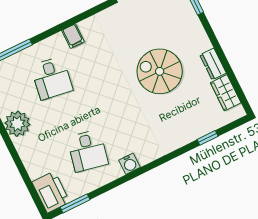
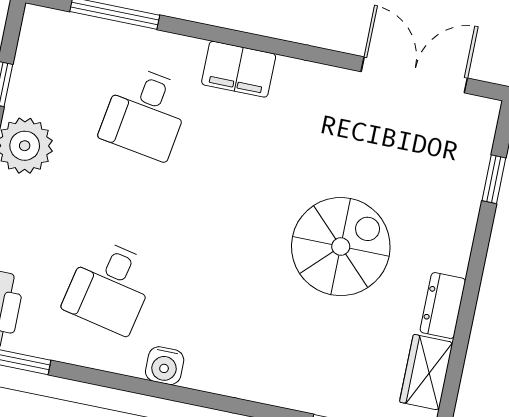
filing cabinet: (73, 36) -> (239, 69), width x2.00
spiral stairs: (160, 71) -> (341, 247), turned 90

